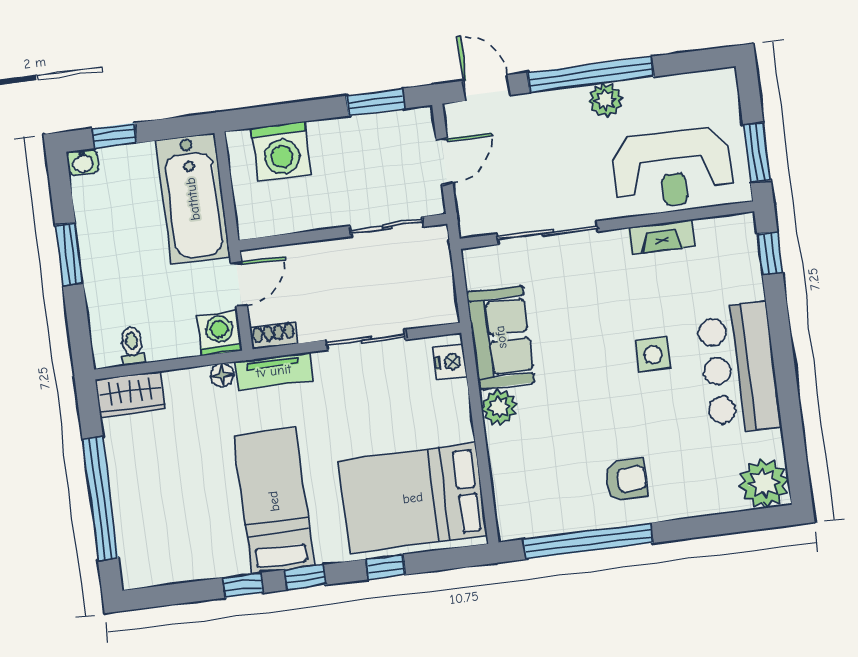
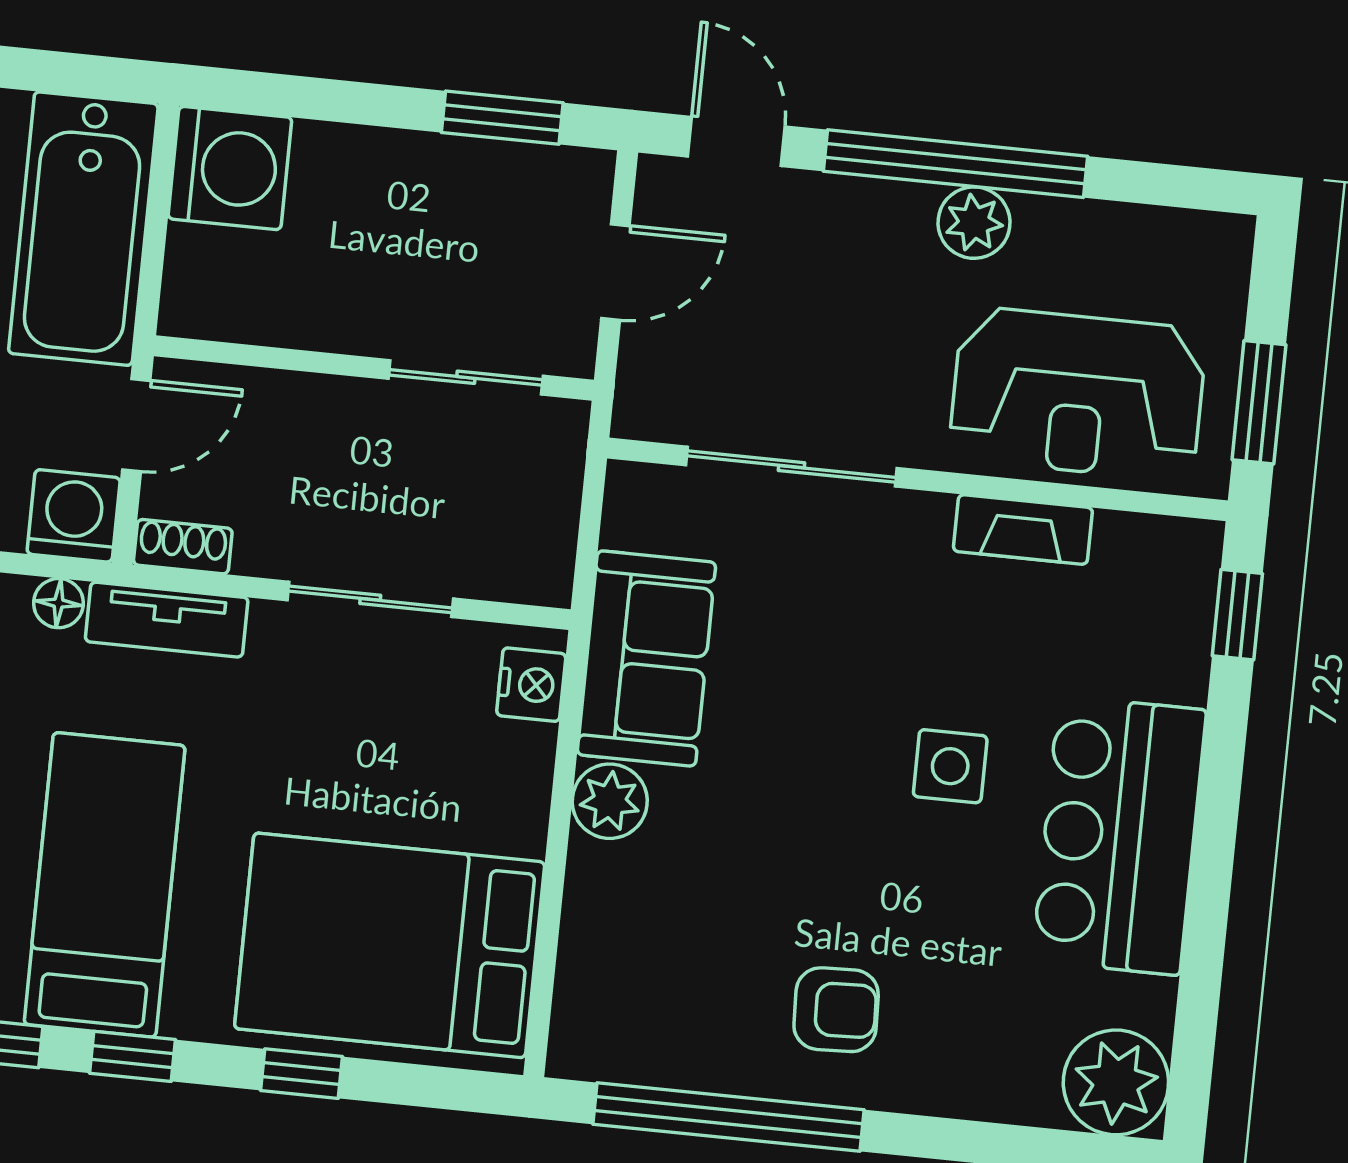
washing machine: (281, 151) -> (230, 168), moved, turned -90

